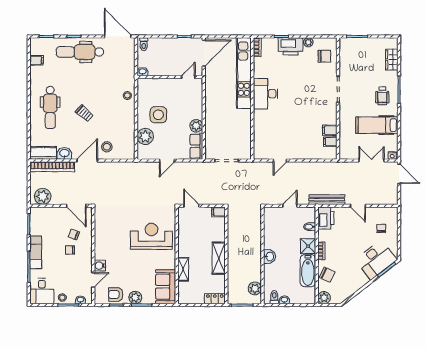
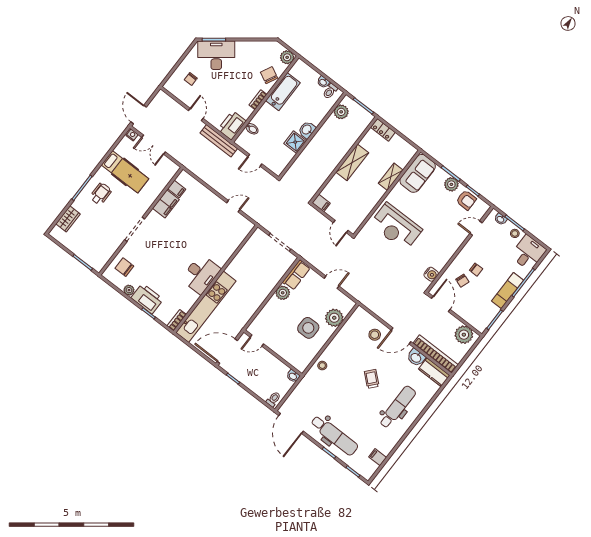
filing cabinet: (330, 130) -> (166, 204), width x2.00
shower: (308, 246) -> (295, 142), moved
water cooler: (100, 266) -> (431, 274), moved

